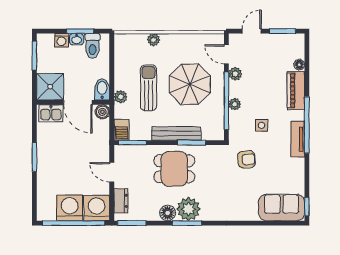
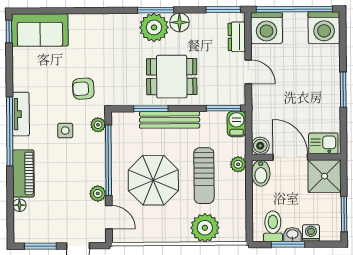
plant: (154, 40) -> (205, 228), width x1.88, depth x1.88
plant: (235, 104) -> (98, 125), moved
washing machine: (70, 208) -> (324, 28), moved

